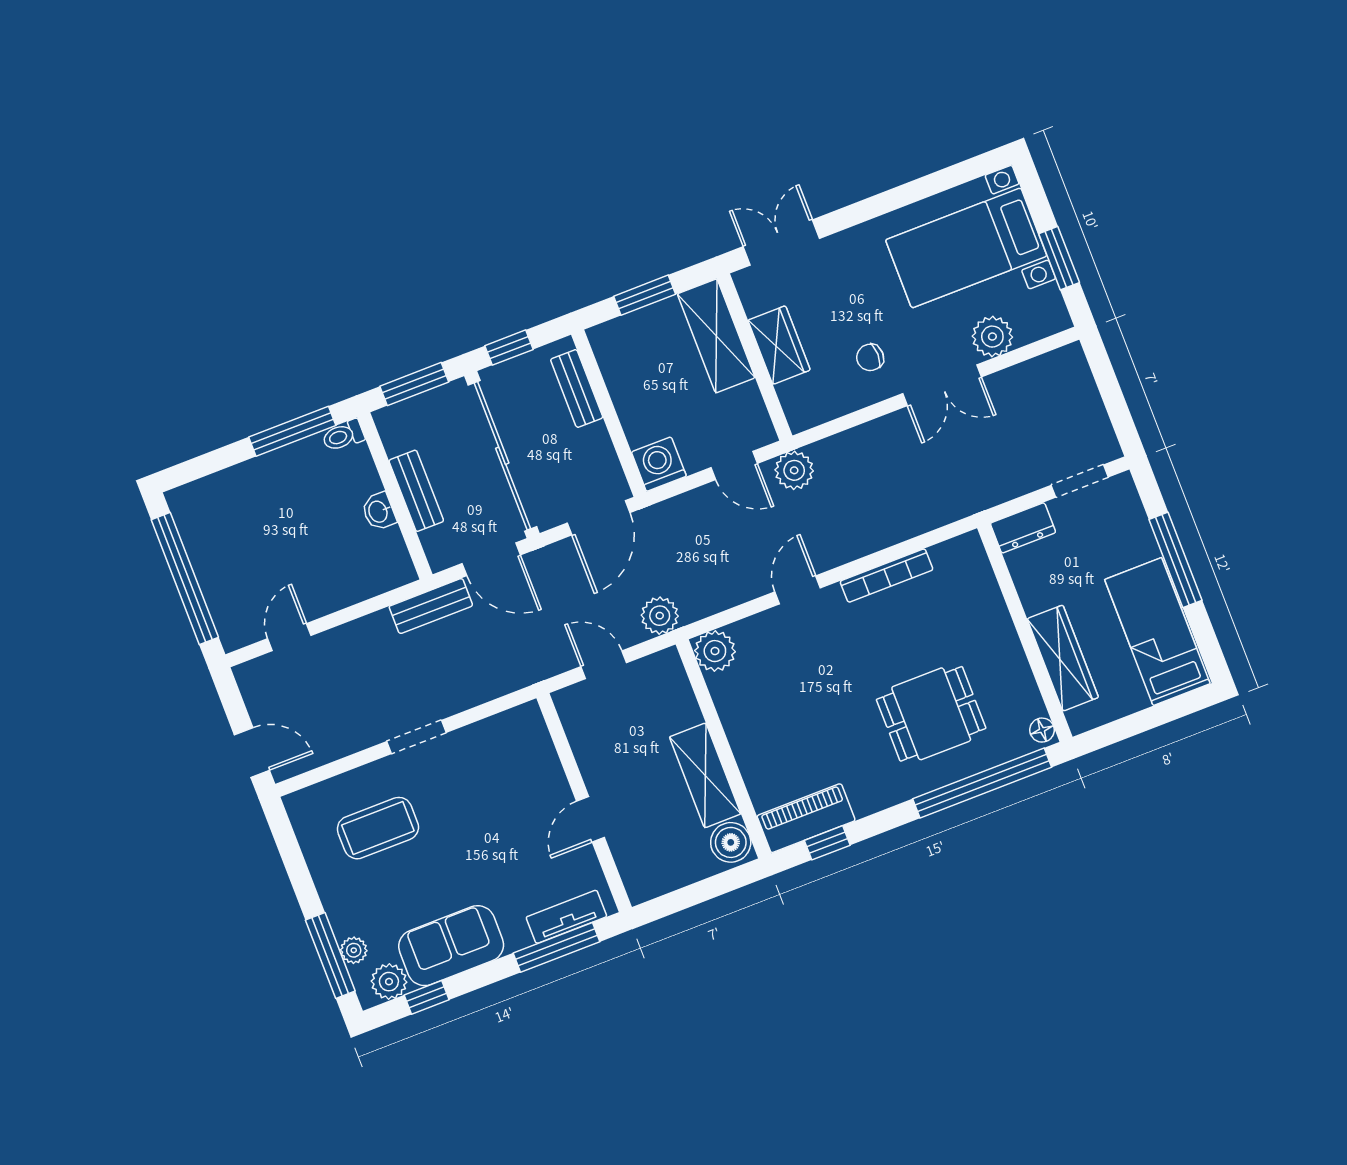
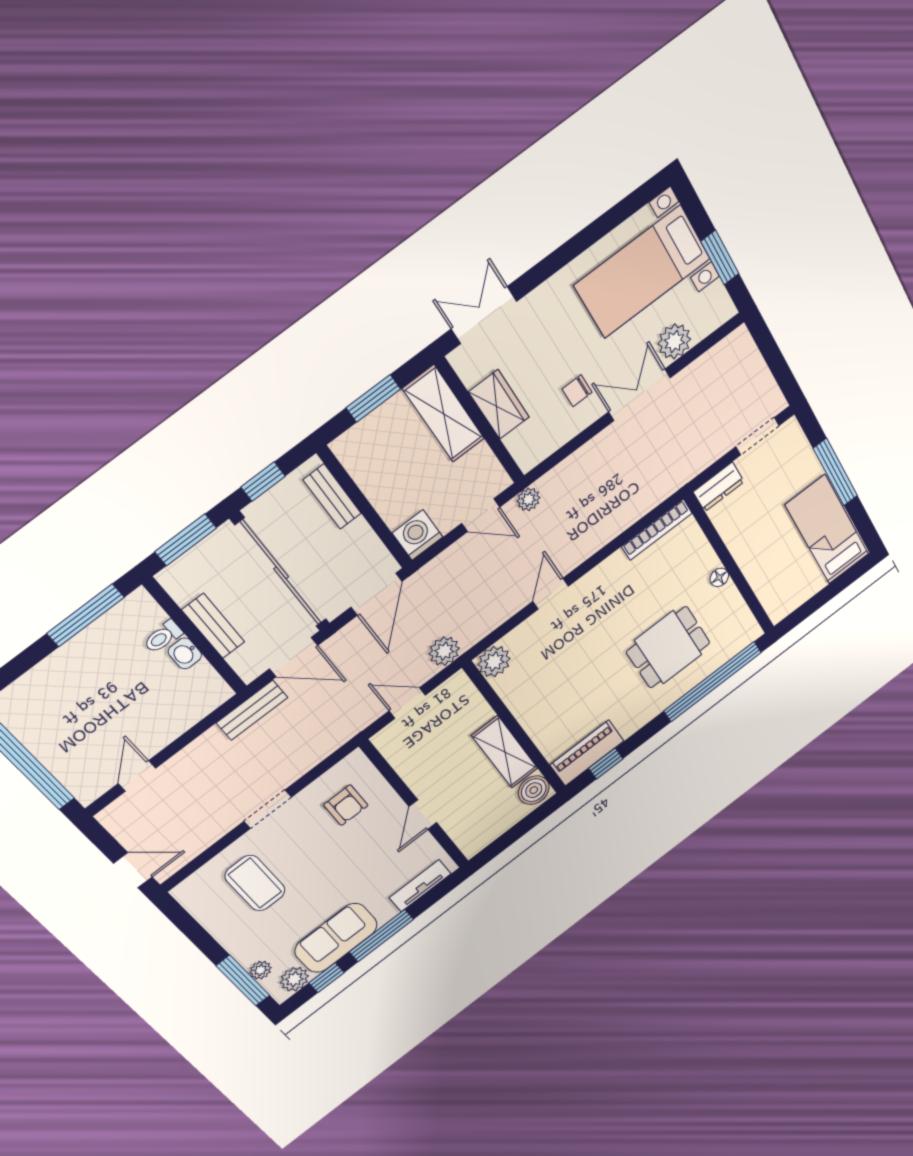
double door: (942, 385) -> (639, 395), swing flipped
toilet: (343, 436) -> (163, 637), moved
plant: (794, 470) -> (529, 499), width x0.73, depth x0.73
bookcase: (887, 576) -> (657, 530), moved
wardrobe: (1063, 658) -> (760, 573), removed
floor lamp: (1042, 730) -> (719, 577), moved
armchair: (504, 769) -> (346, 805), added
coffee table: (378, 828) -> (255, 883), turned 90
window: (556, 947) -> (381, 936), moved

